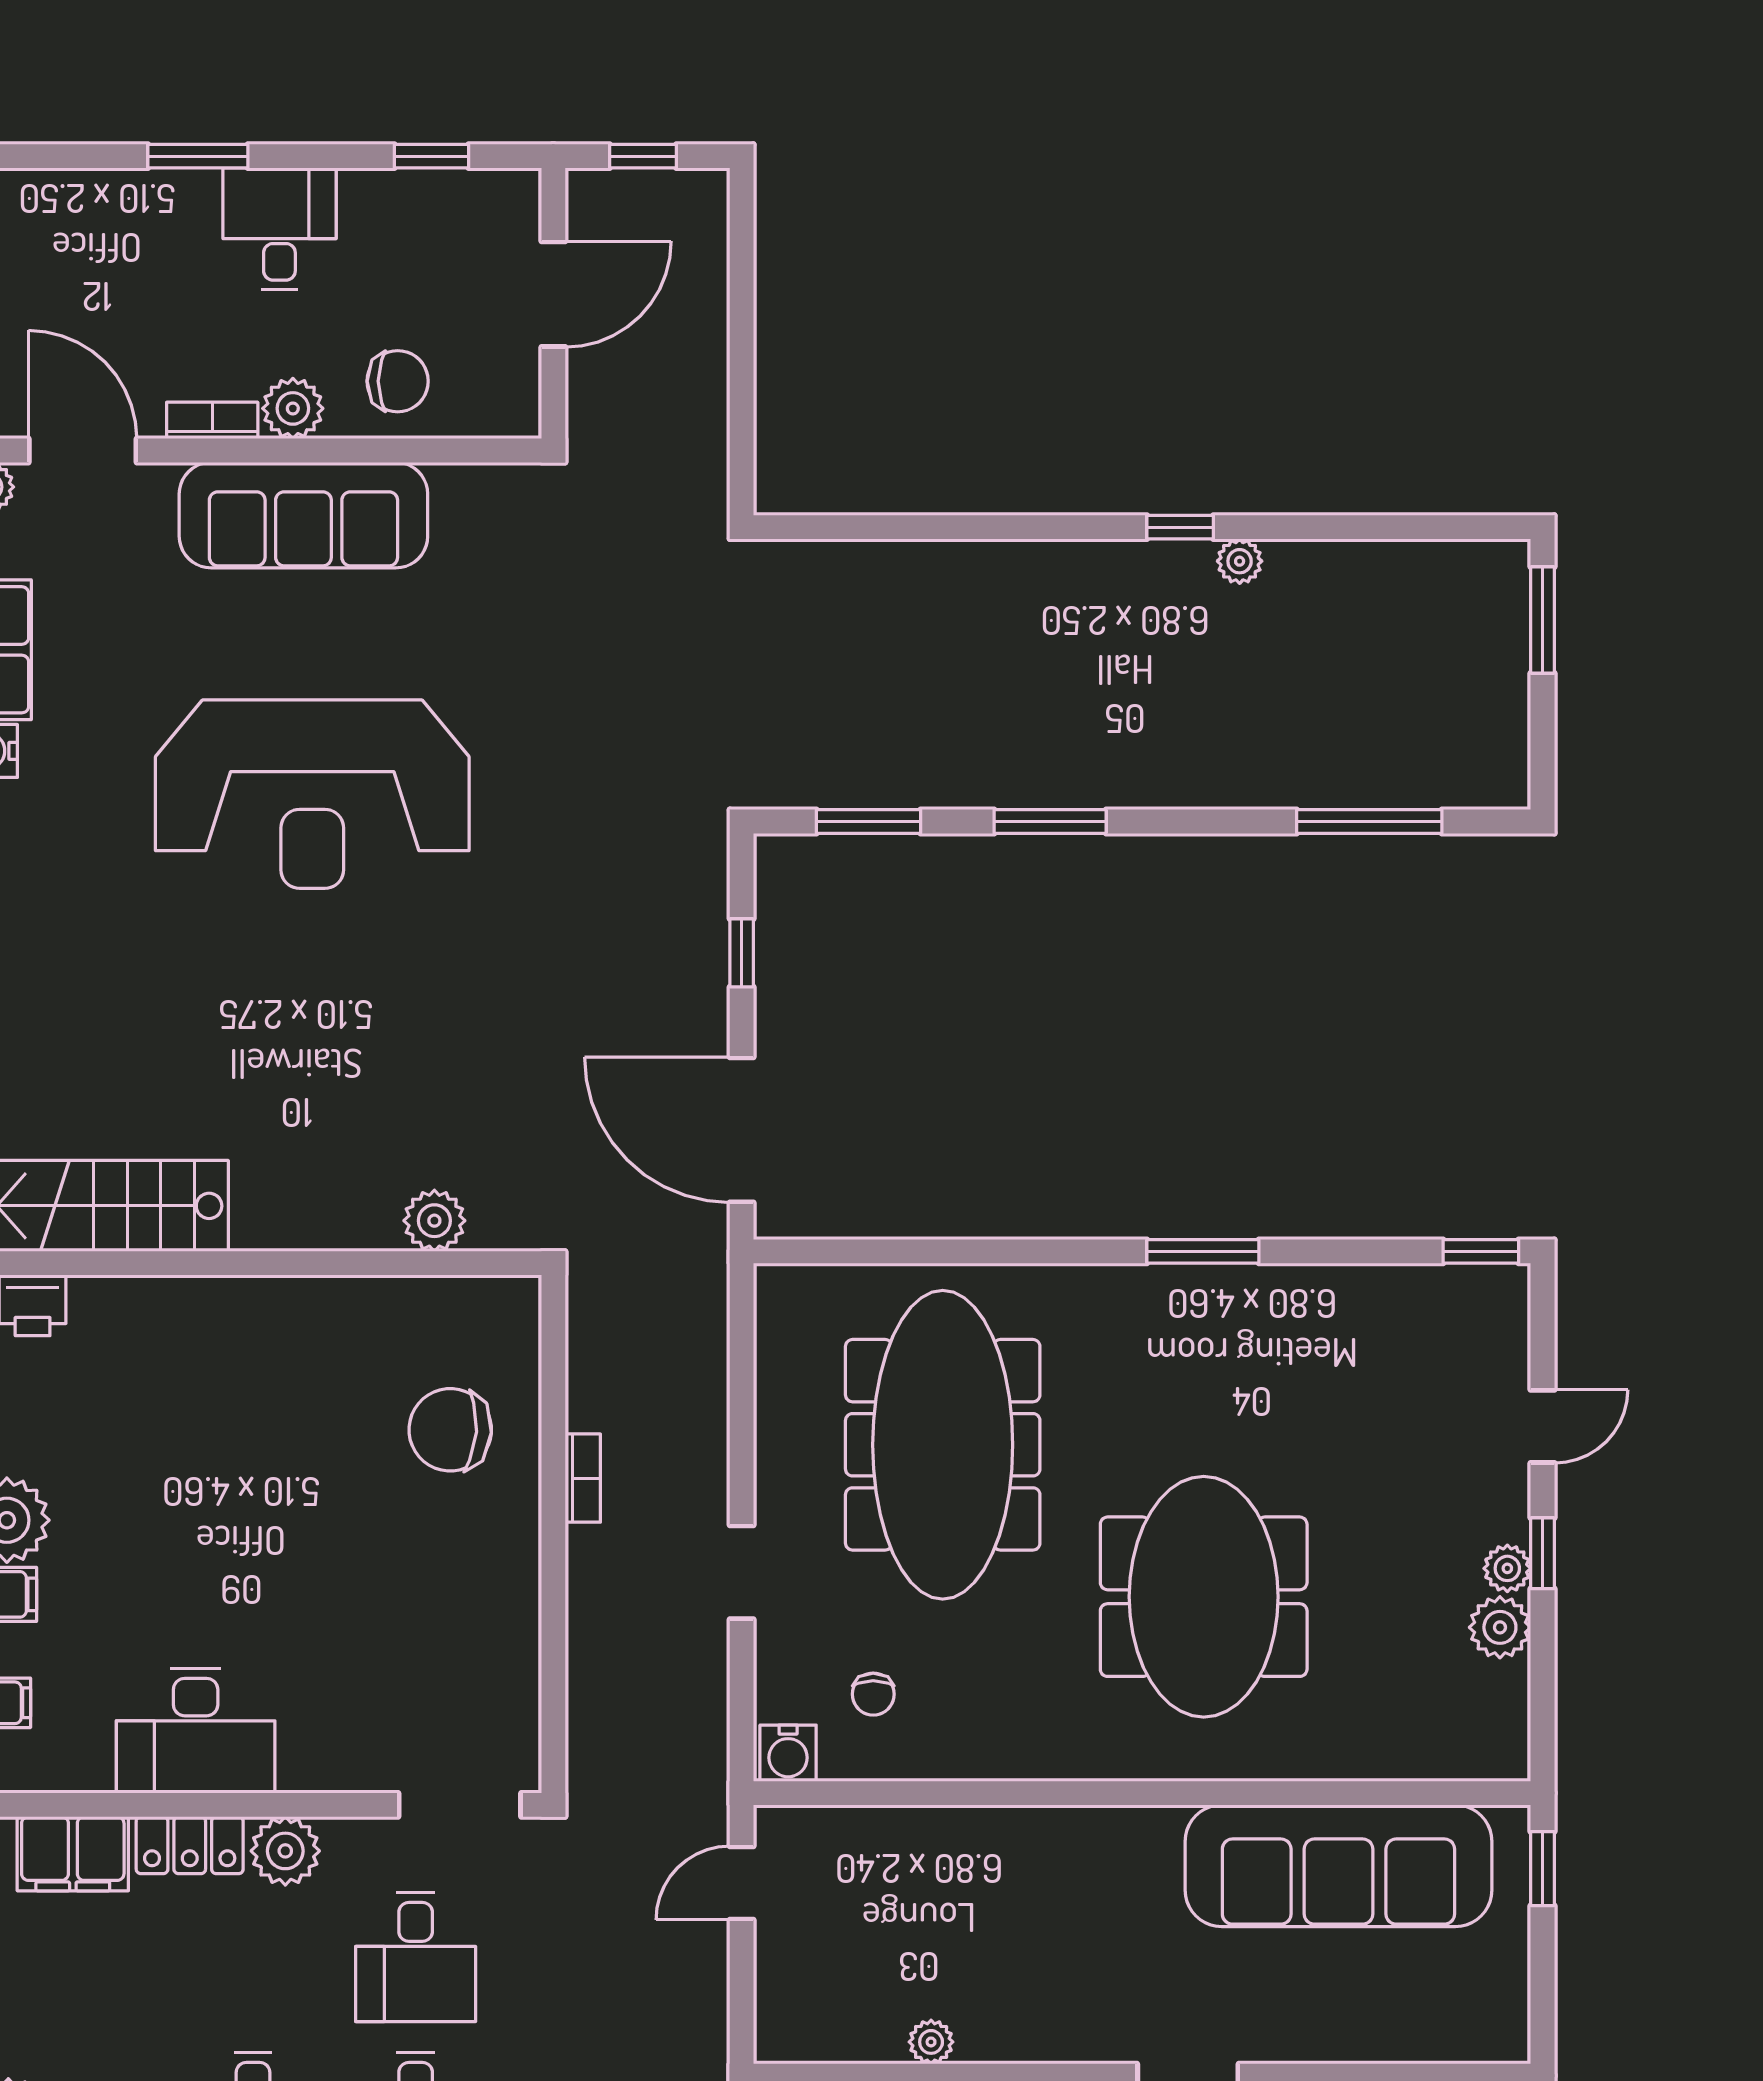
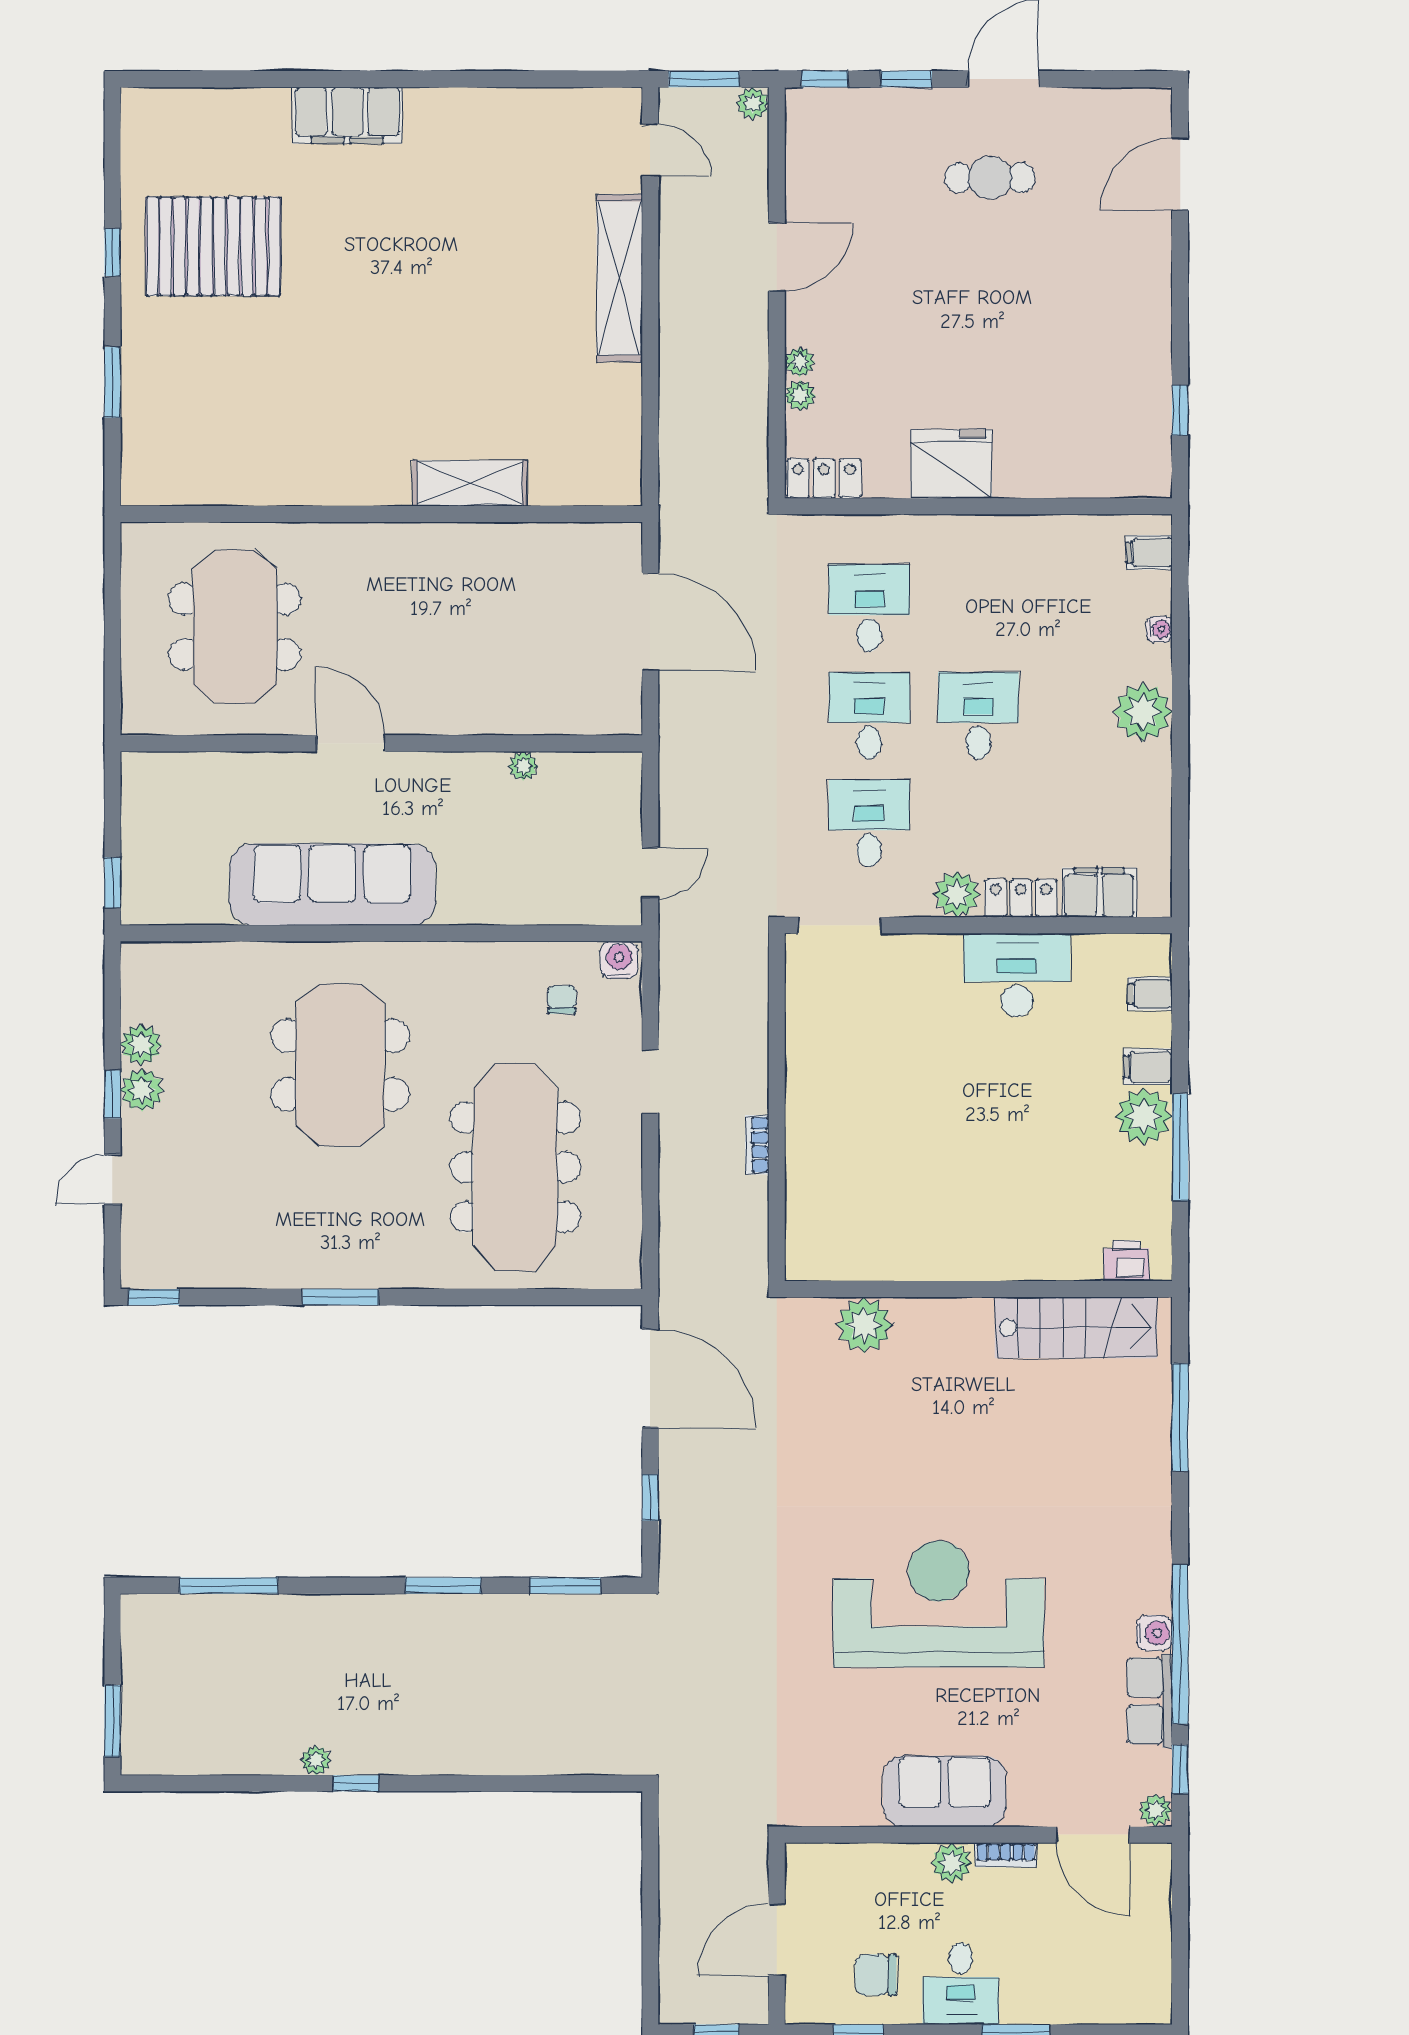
chair: (398, 381) -> (876, 1975), moved
sofa: (303, 515) -> (945, 1791), width x0.73
plant: (434, 1221) -> (864, 1325), width x1.36, depth x1.36
chair: (450, 1430) -> (846, 1177), removed
plant: (1507, 1568) -> (142, 1090), width x1.38, depth x1.38
sofa: (1338, 1866) -> (332, 884), moved

